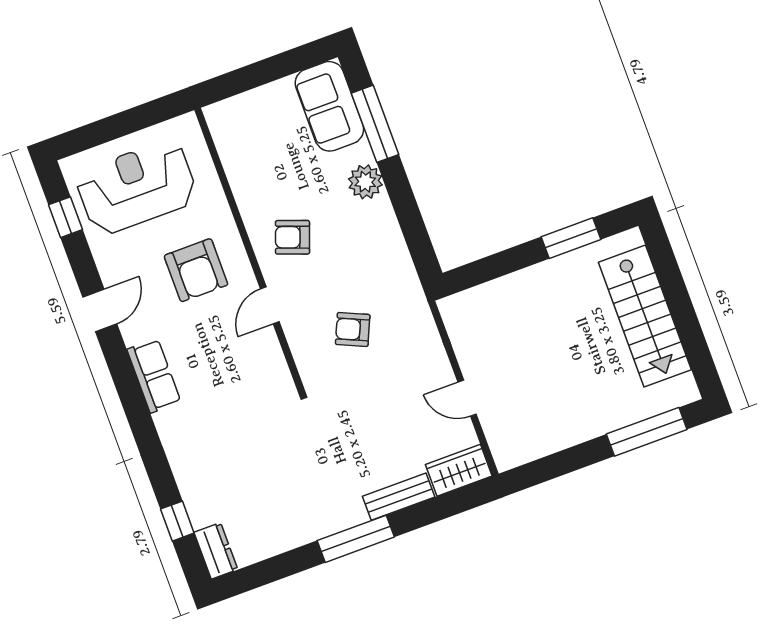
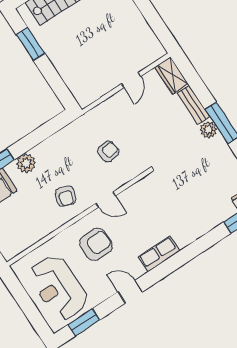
window: (66, 217) -> (84, 322), width x1.50
armchair: (353, 329) -> (108, 151), turned -121
plant: (350, 512) -> (208, 130), added

